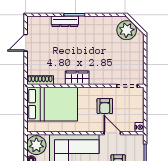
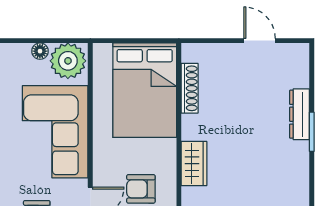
wardrobe: (77, 78) -> (194, 164), moved
shoe rack: (40, 80) -> (190, 88), moved

